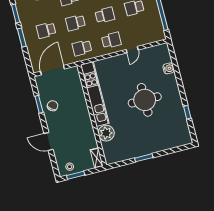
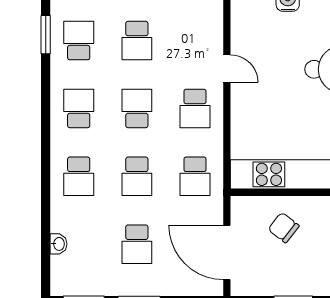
school desk: (111, 40) -> (195, 108), turned 180
chair: (53, 106) -> (284, 228), moved

